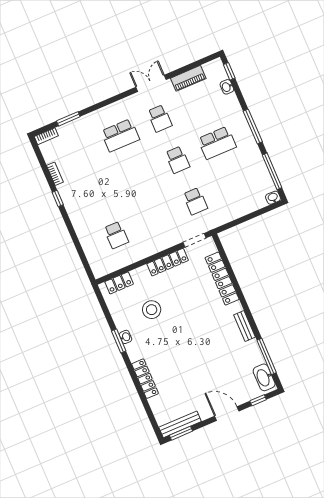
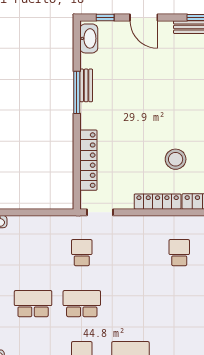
school desk: (177, 160) -> (82, 304), width x1.85
locker: (168, 262) -> (158, 202), moved
bench: (245, 326) -> (86, 85), moved
window: (267, 356) -> (77, 92), moved

